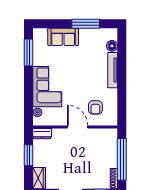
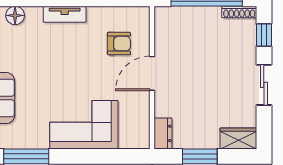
tv unit: (113, 70) -> (65, 14), width x0.71
plant: (37, 112) -> (127, 141), removed

